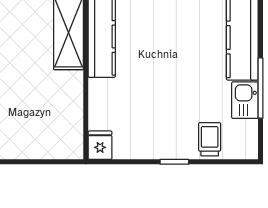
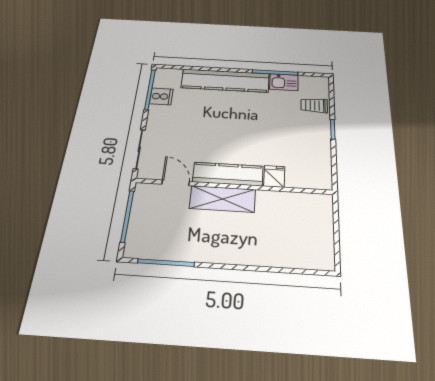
fridge: (100, 145) -> (274, 176), moved, turned 90

